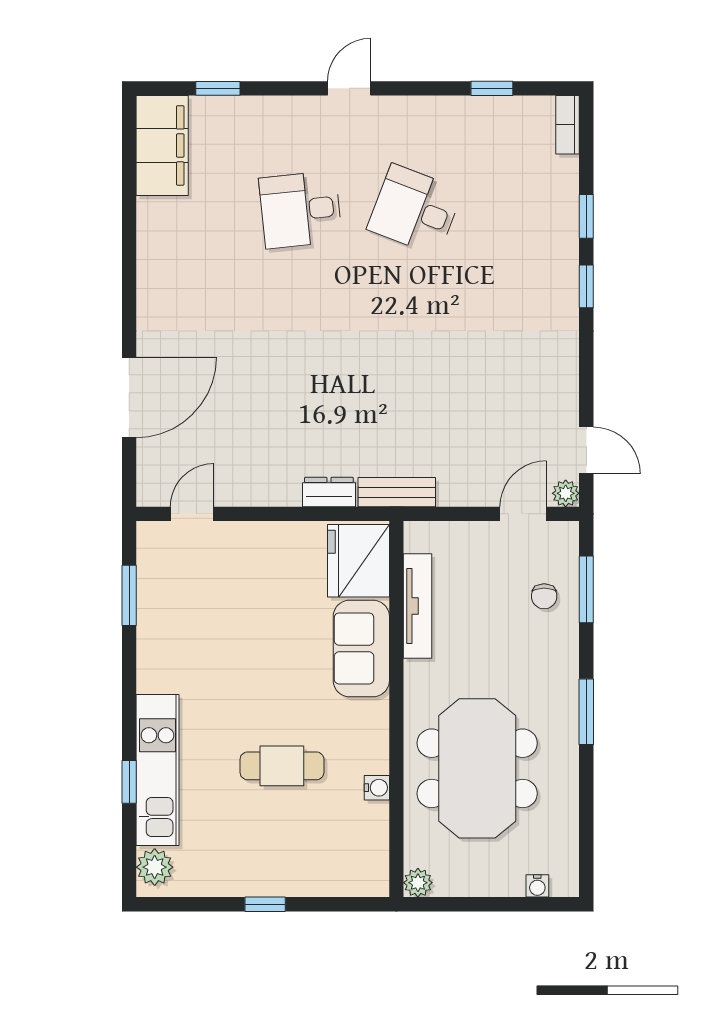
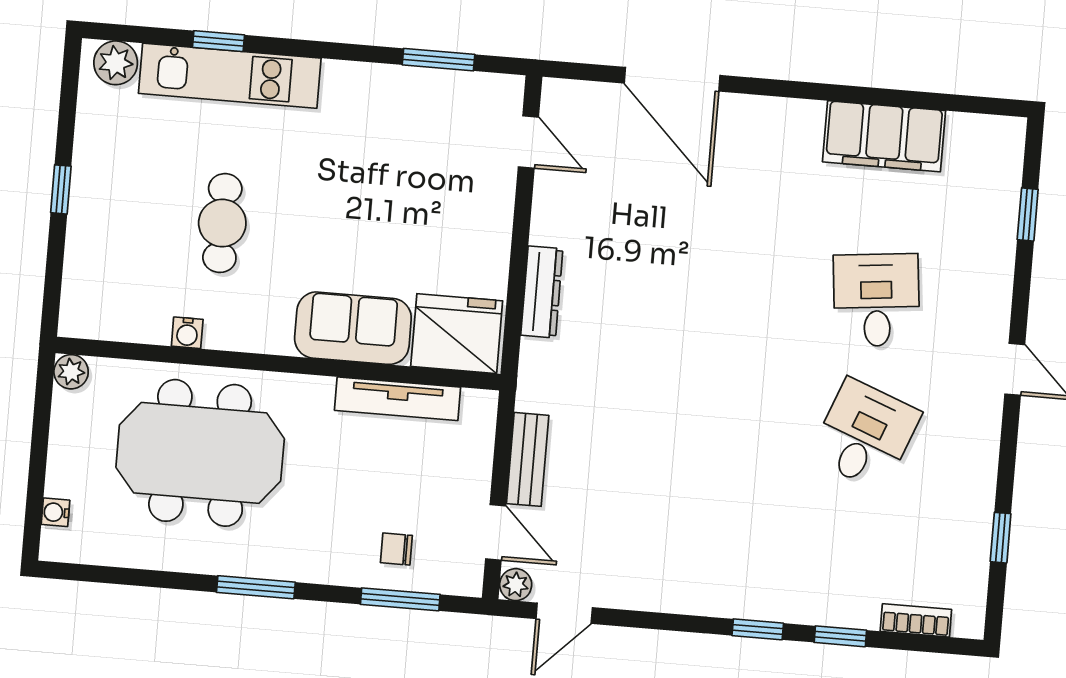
bookcase: (567, 125) -> (916, 620), moved
filing cabinet: (162, 145) -> (884, 136), moved
dresser: (329, 492) -> (542, 292), width x1.44
bench: (397, 492) -> (528, 459), moved

